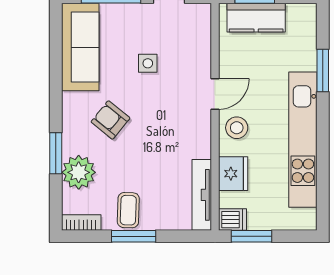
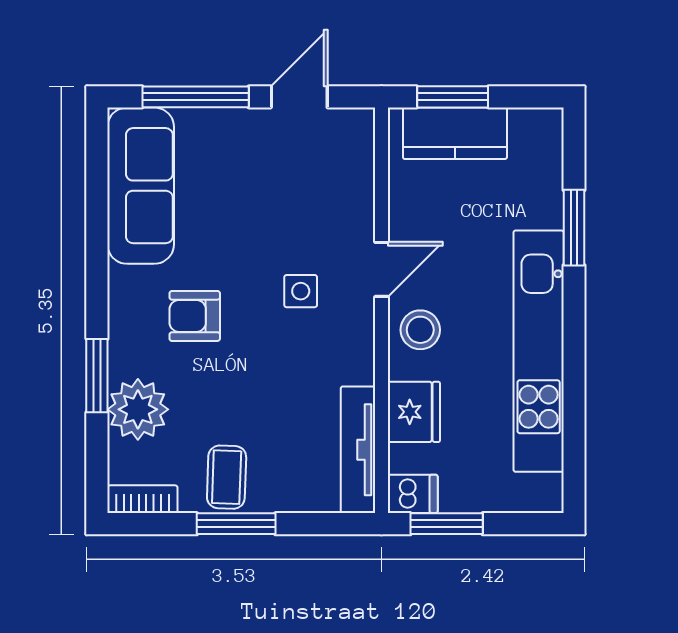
side table: (148, 63) -> (301, 291), moved
armchair: (110, 120) -> (195, 316), turned -39

